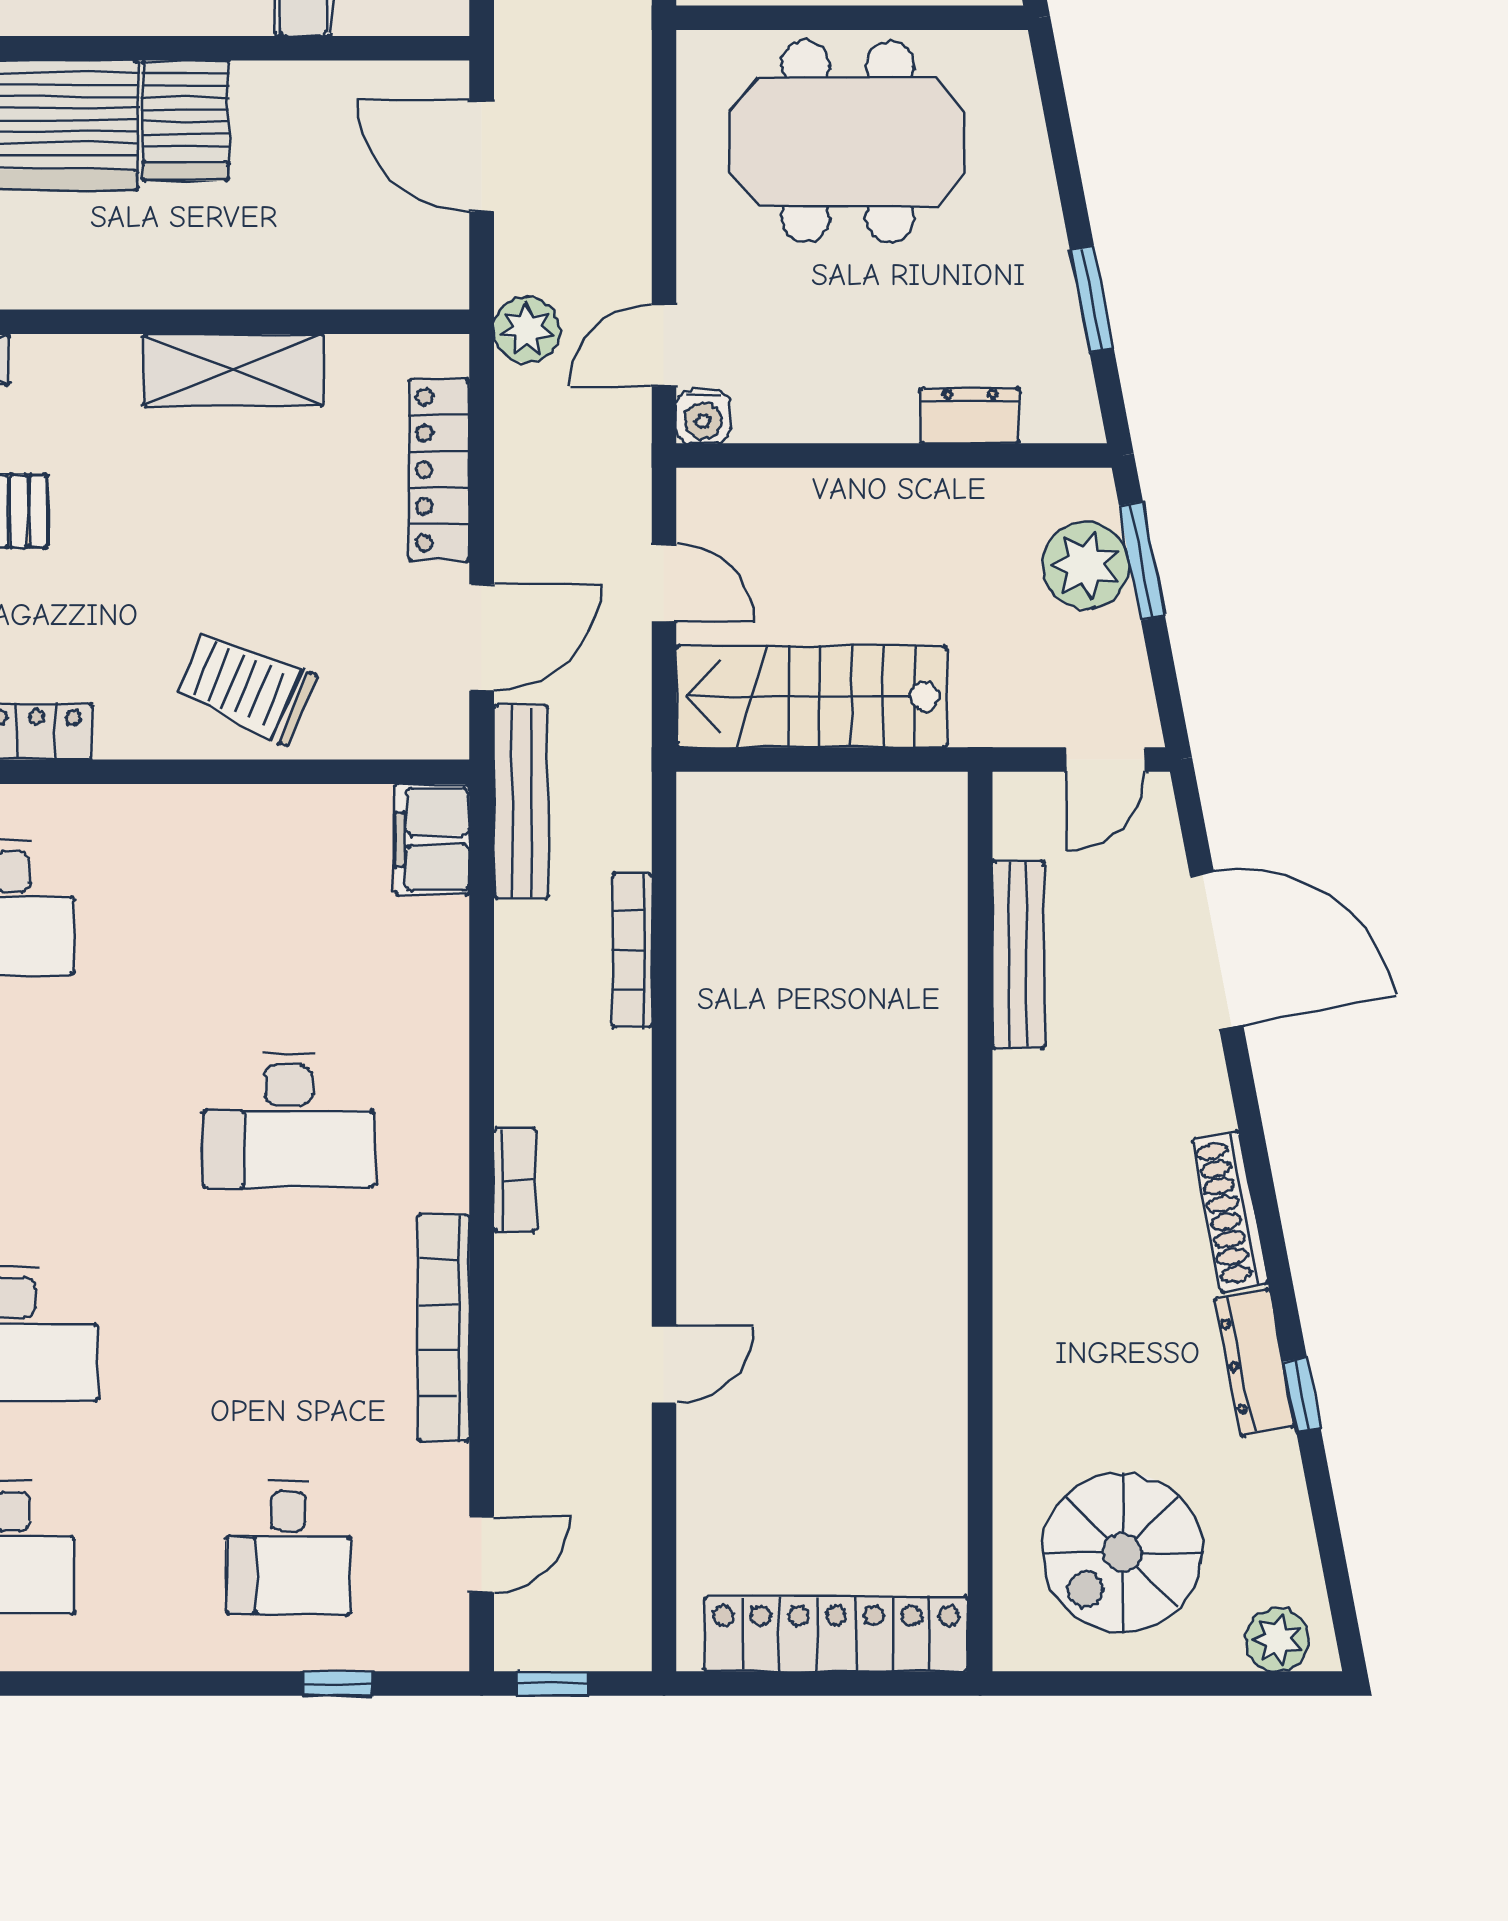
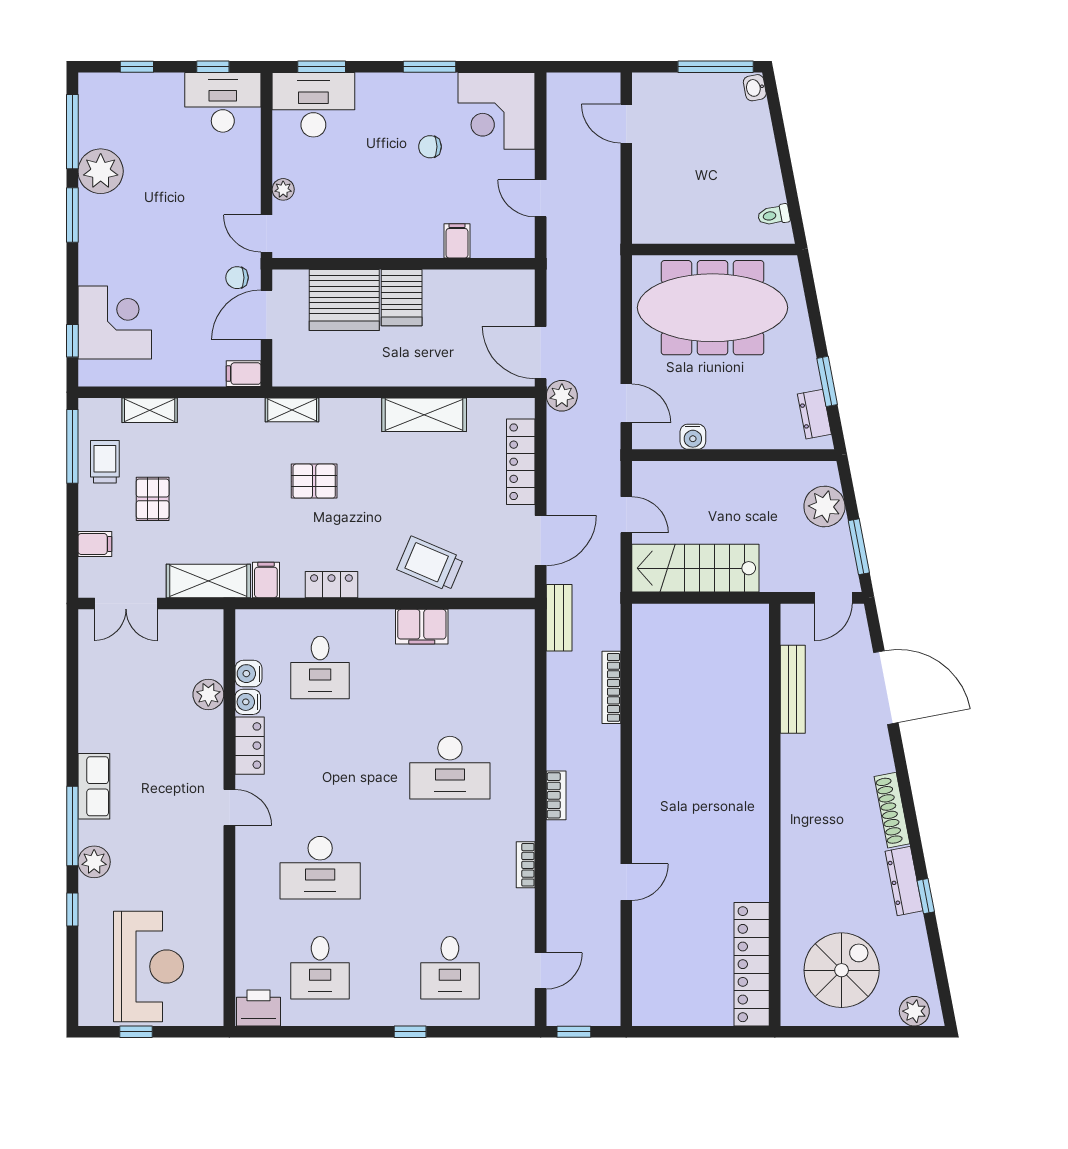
meeting table: (848, 142) -> (713, 308), width x1.36
door: (482, 156) -> (541, 353), moved
door: (664, 345) -> (626, 403), swing flipped
water cooler: (703, 416) -> (693, 437), moved
dresser: (970, 416) -> (814, 414), moved, turned -101
window: (1142, 561) -> (859, 547), moved
bench: (521, 802) -> (559, 618), width x0.73
filing cabinet: (432, 839) -> (422, 627), moved, turned -90
bookcase: (444, 1328) -> (526, 865), width x0.43, depth x0.76
spiral stairs: (1122, 1552) -> (842, 970), turned 180
locker: (836, 1634) -> (752, 964), moved, turned -90
window: (337, 1684) -> (410, 1032), moved

